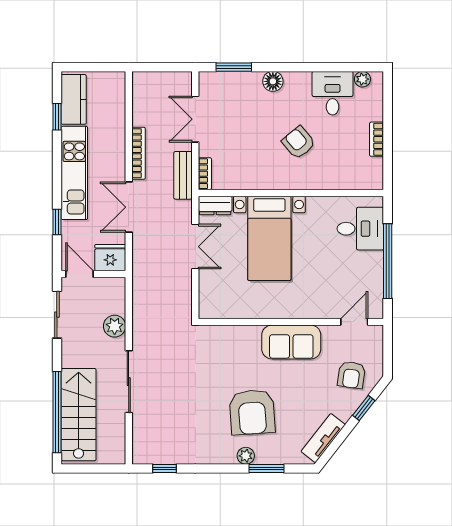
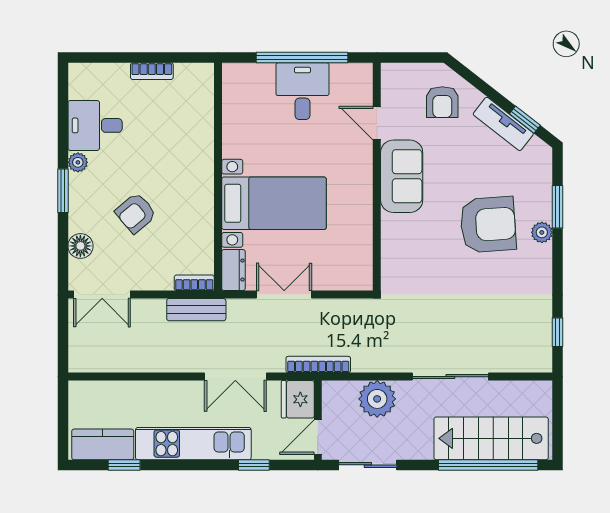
window: (234, 67) -> (63, 191), moved
plant: (362, 79) -> (78, 162), moved
floor lamp: (273, 81) -> (80, 246), moved
double door: (195, 119) -> (102, 295), moved
armchair: (299, 143) -> (136, 213), moved
bookcase: (139, 153) -> (318, 364), moved
desk: (360, 229) -> (302, 91), moved
door: (354, 322) -> (377, 123), moved
plant: (115, 326) -> (377, 399), width x1.36, depth x1.36
armchair: (351, 375) -> (442, 102), turned 82
window: (364, 408) -> (525, 120), moved
tv unit: (323, 438) -> (503, 124), moved

